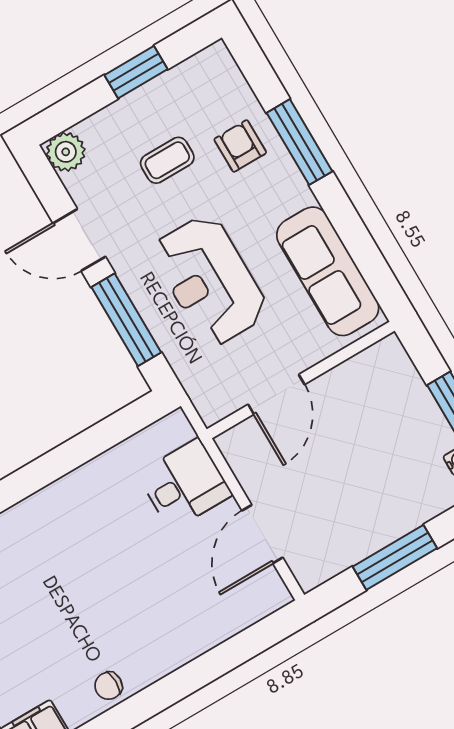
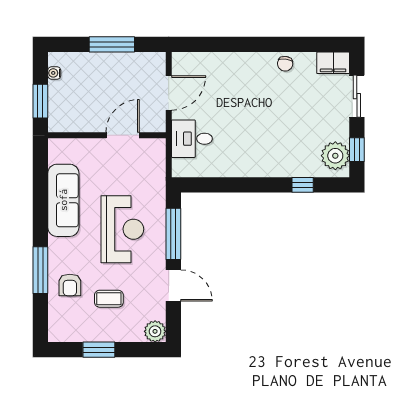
wall: (301, 380) -> (107, 135), moved
door: (276, 394) -> (123, 135), moved
chair: (108, 686) -> (285, 64), turned 97

